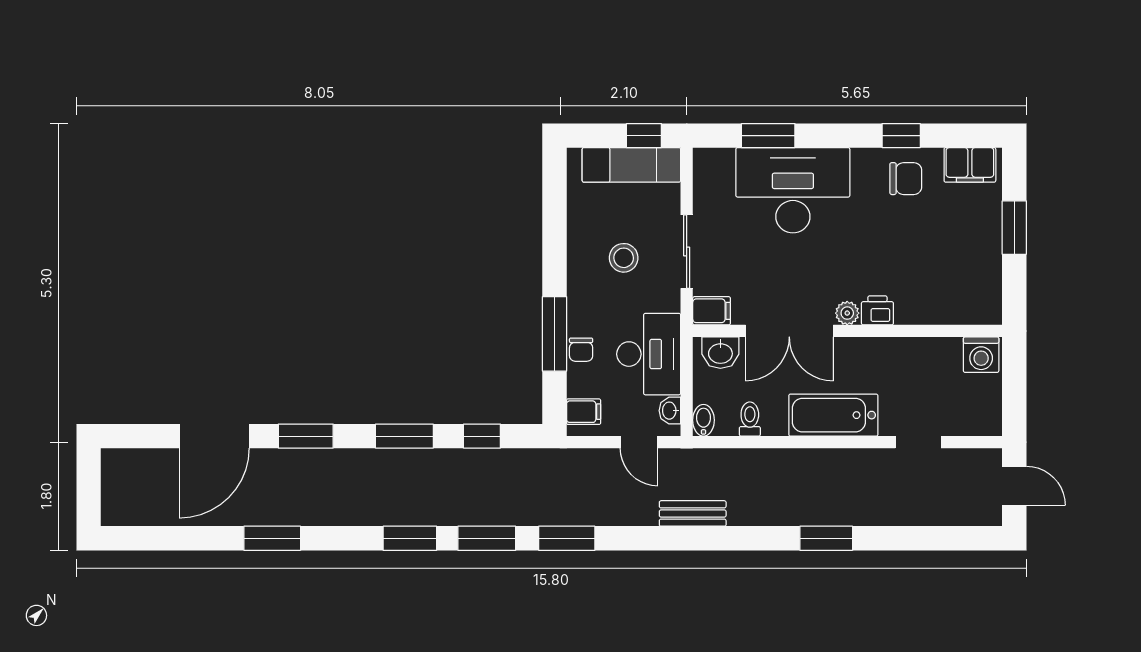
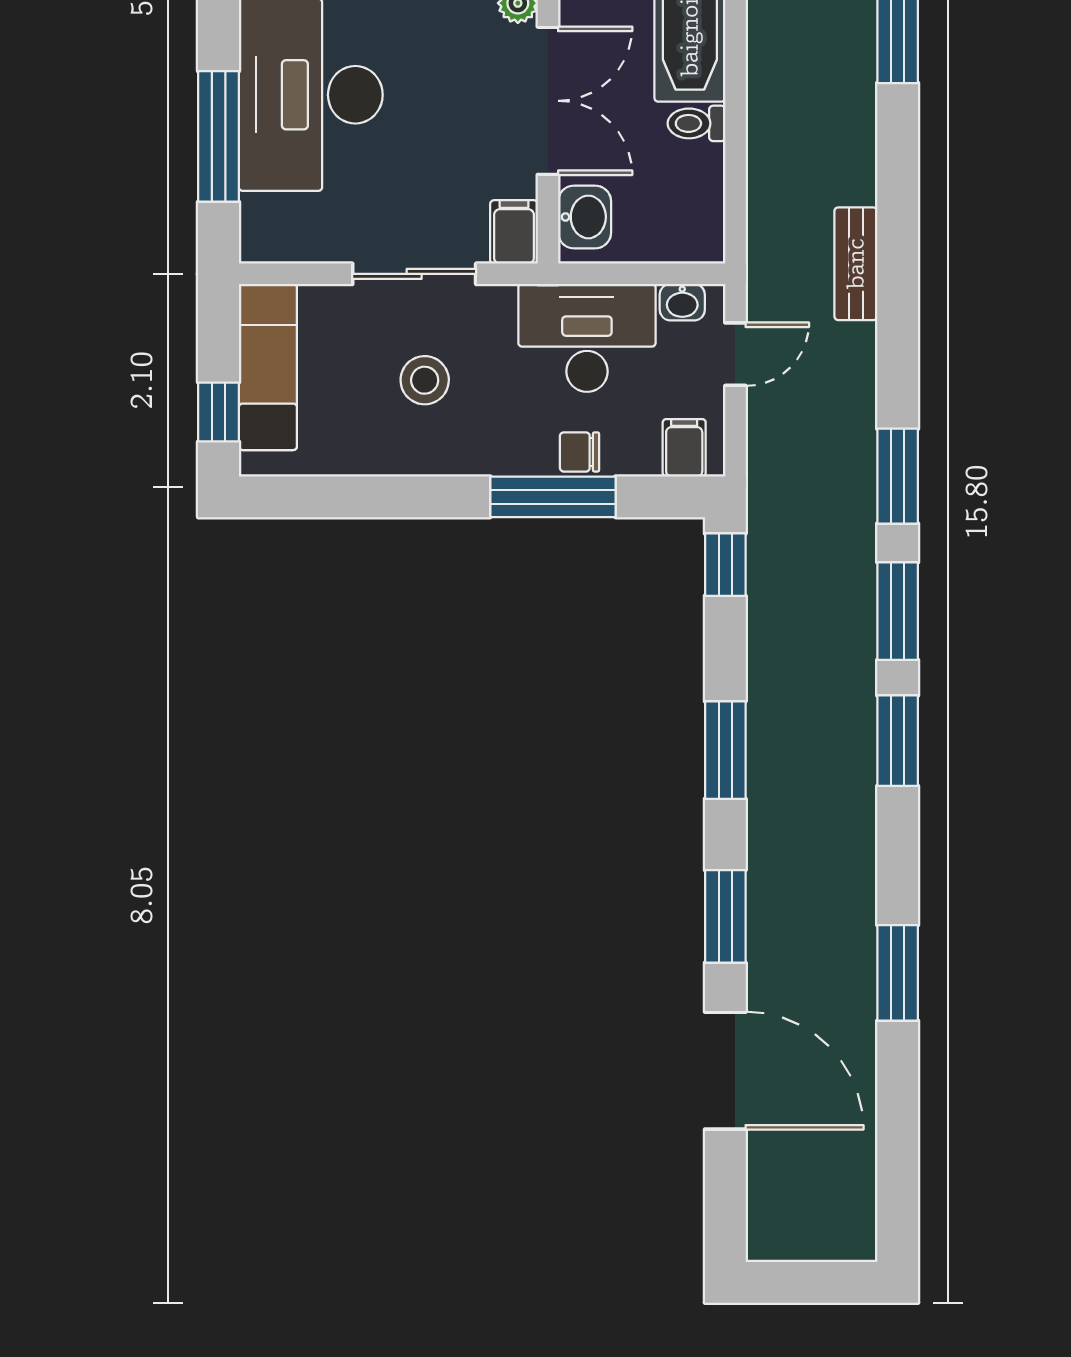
window: (644, 136) -> (219, 412), moved
window: (768, 136) -> (219, 136), width x1.44
chair: (581, 350) -> (580, 452), turned 180
toilet: (750, 419) -> (696, 123), moved
bidet: (704, 420) -> (699, 246), removed
window: (482, 436) -> (725, 565), moved

